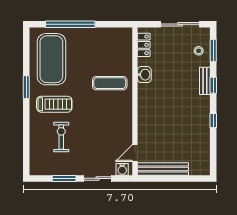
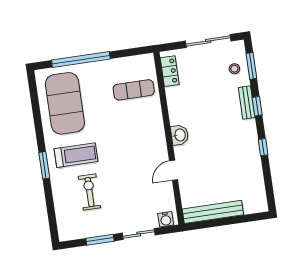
washbasin: (144, 75) -> (180, 135), moved
exercise mat: (110, 83) -> (134, 90), moved
window: (26, 87) -> (44, 165), moved
door: (135, 153) -> (174, 170), moved

